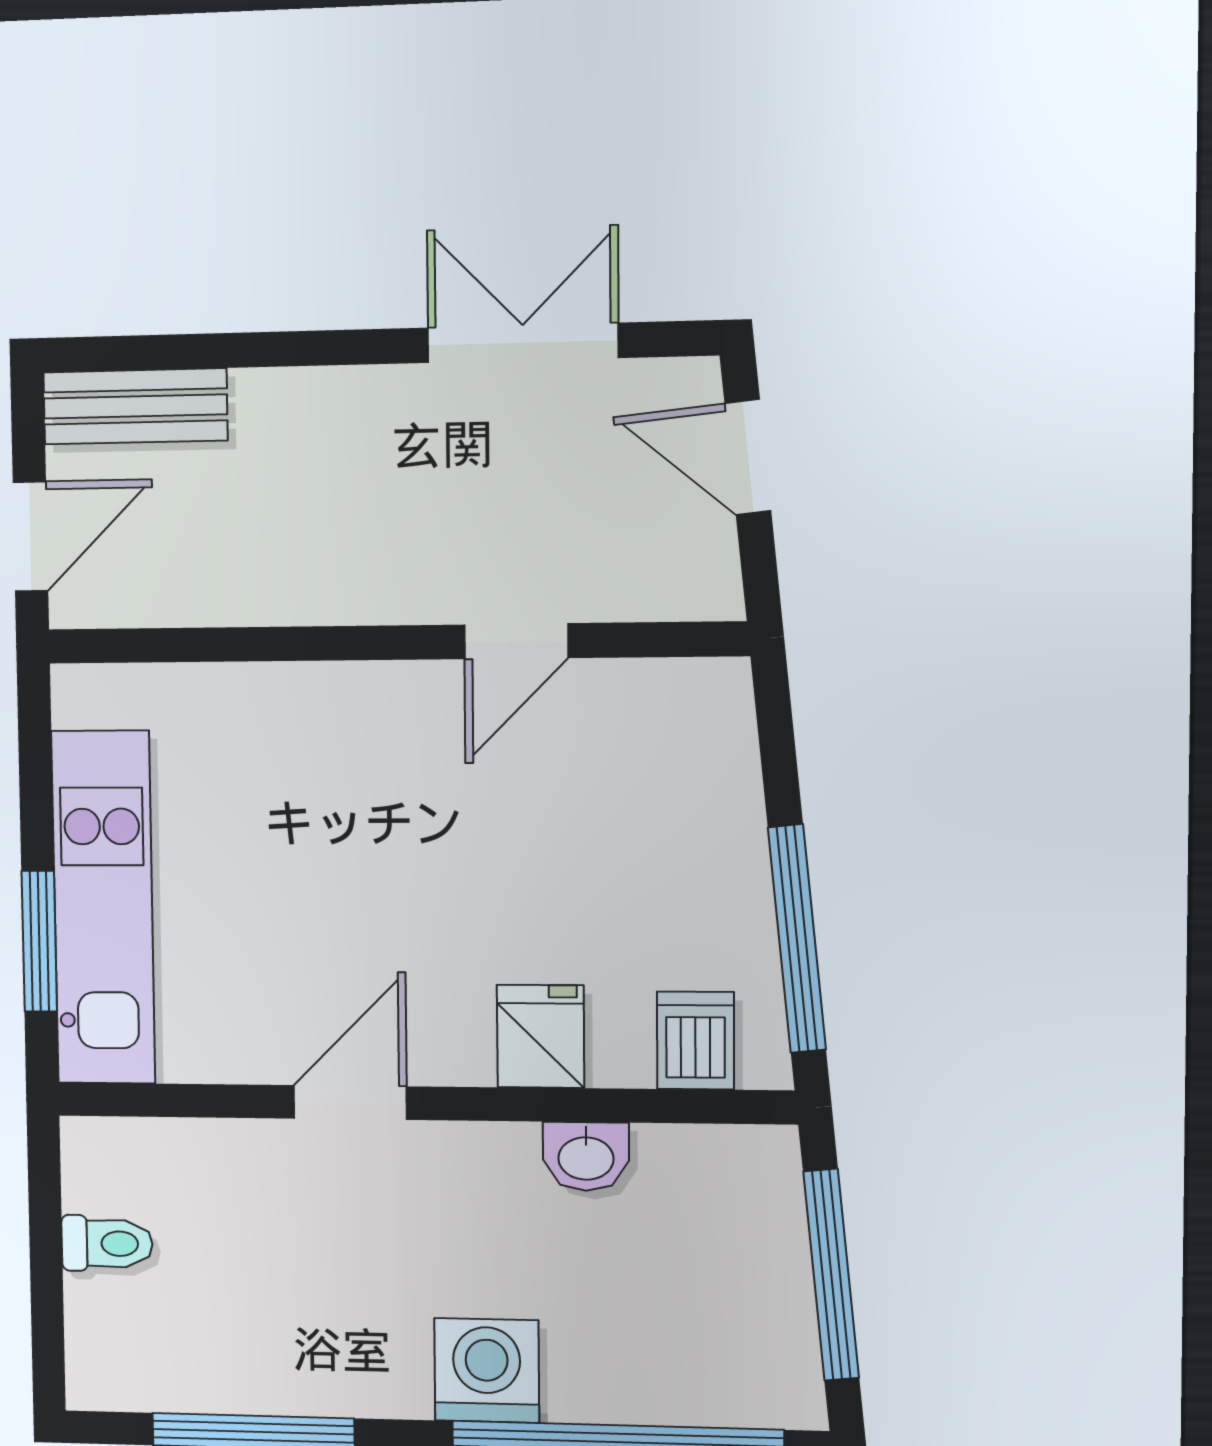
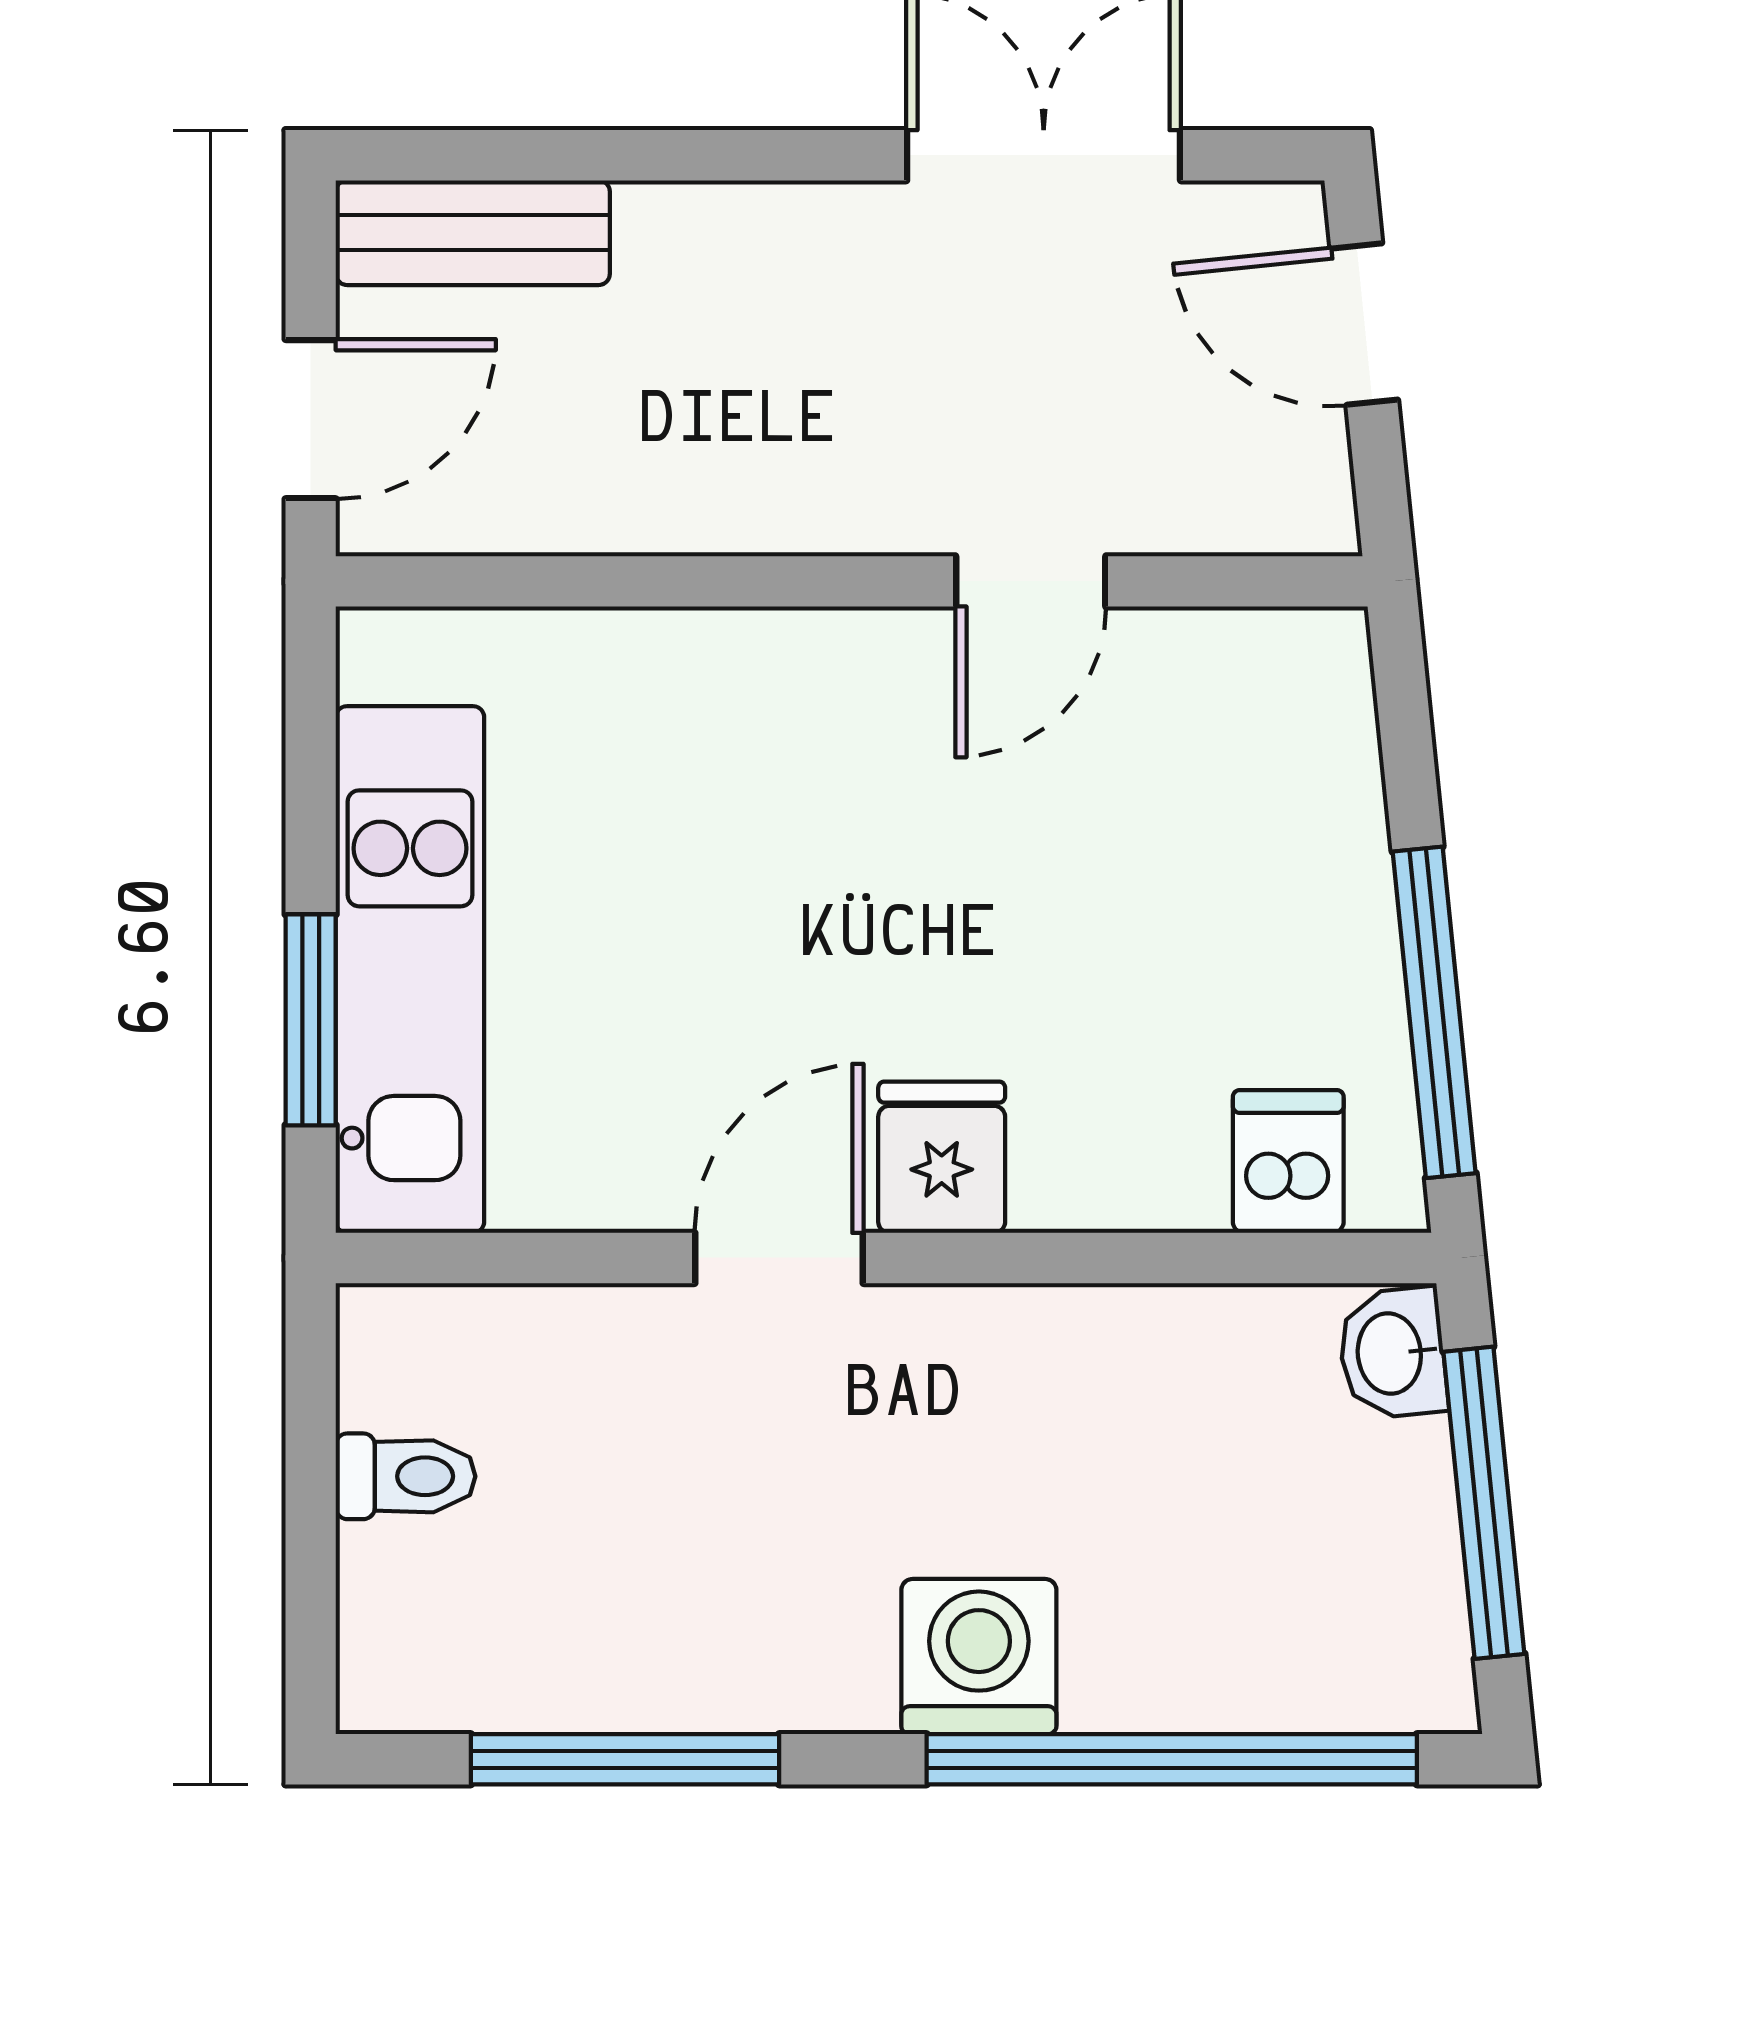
fridge: (540, 1036) -> (942, 1157), moved
washbasin: (586, 1156) -> (1392, 1353), moved, turned 84

